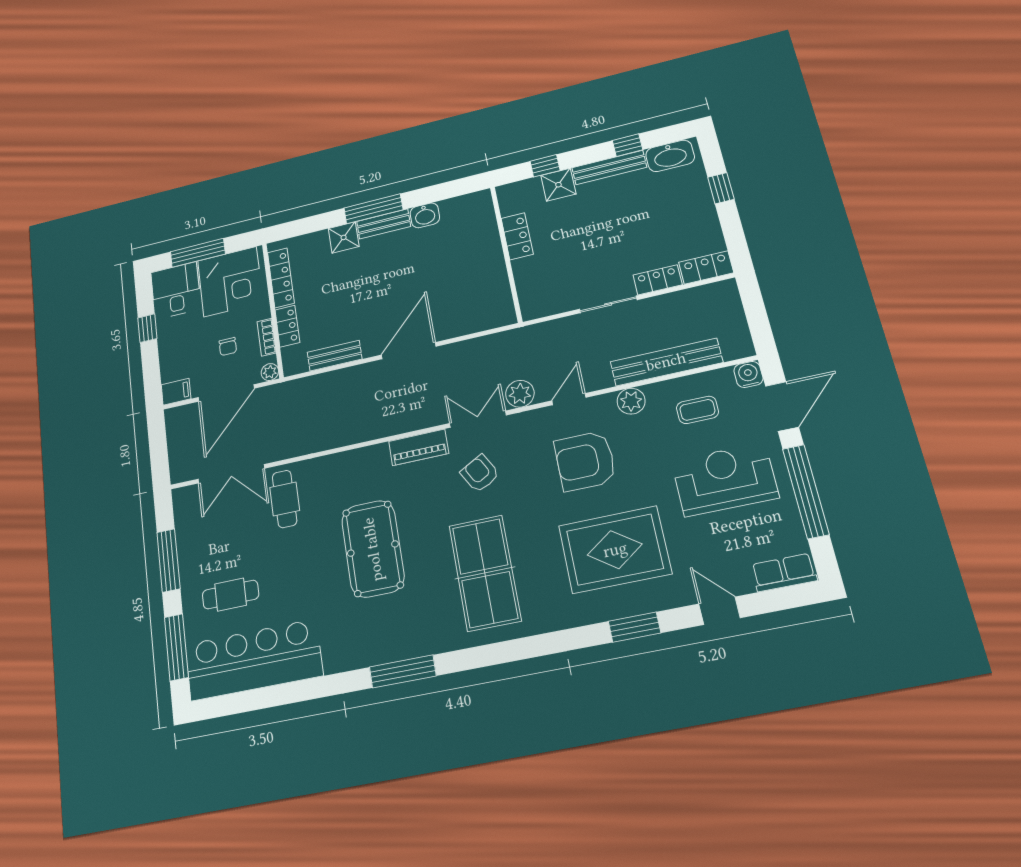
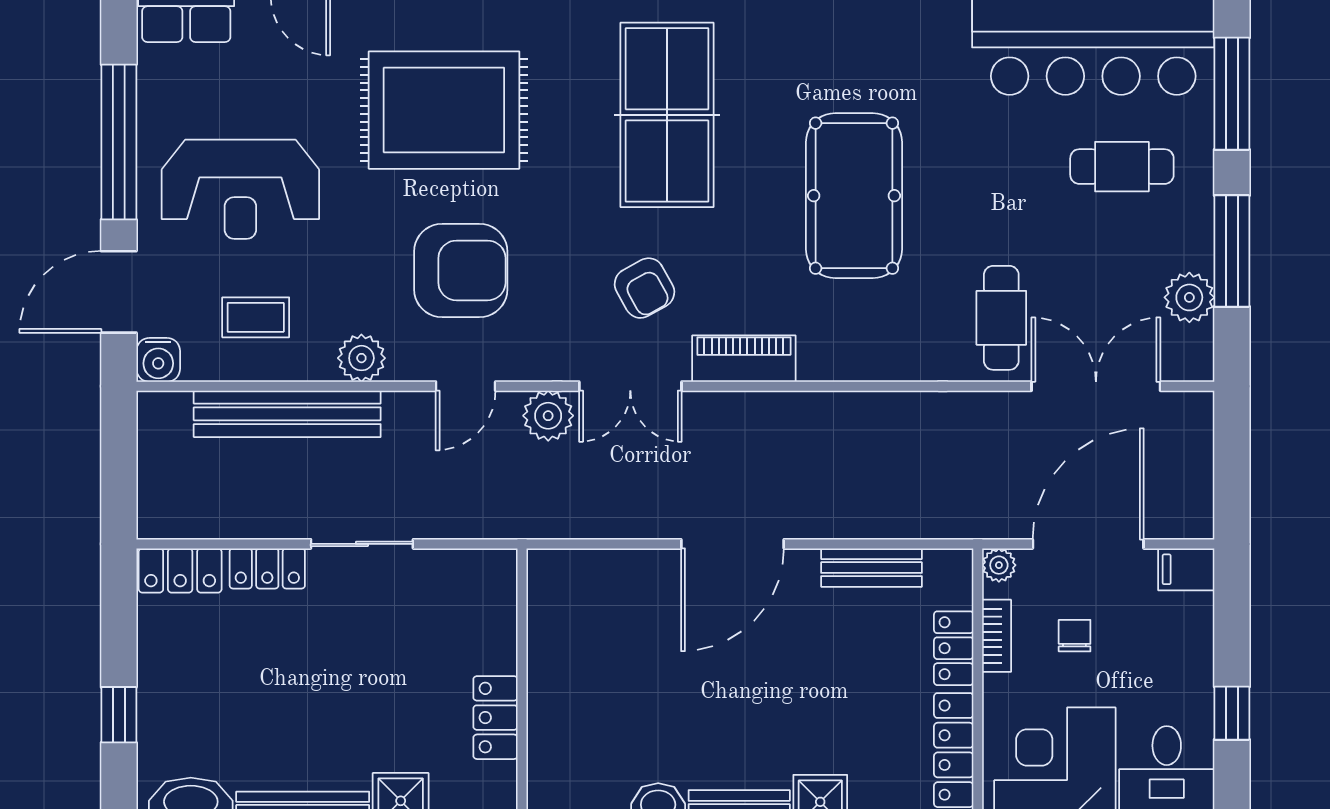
plant: (188, 531) -> (1189, 297), added

